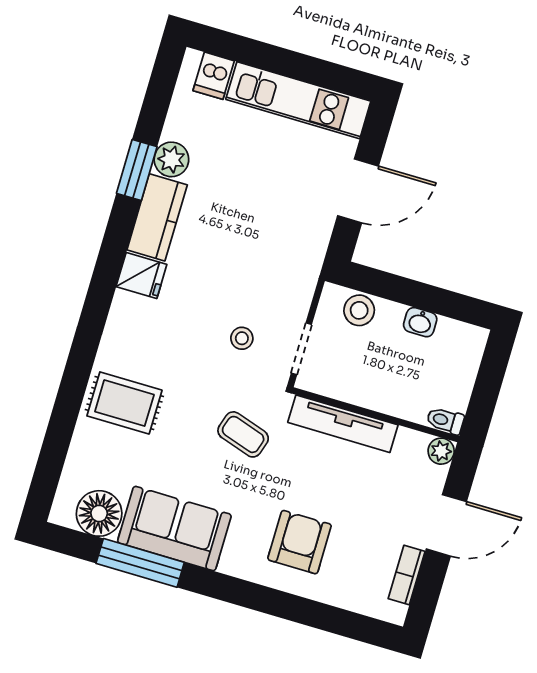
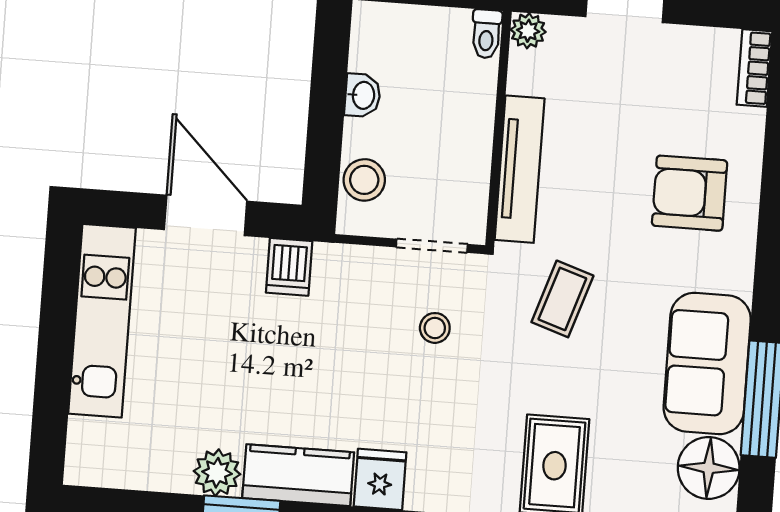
dishwasher: (214, 76) -> (289, 267), moved, turned 90
bookcase: (407, 575) -> (755, 68), moved, turned 90

